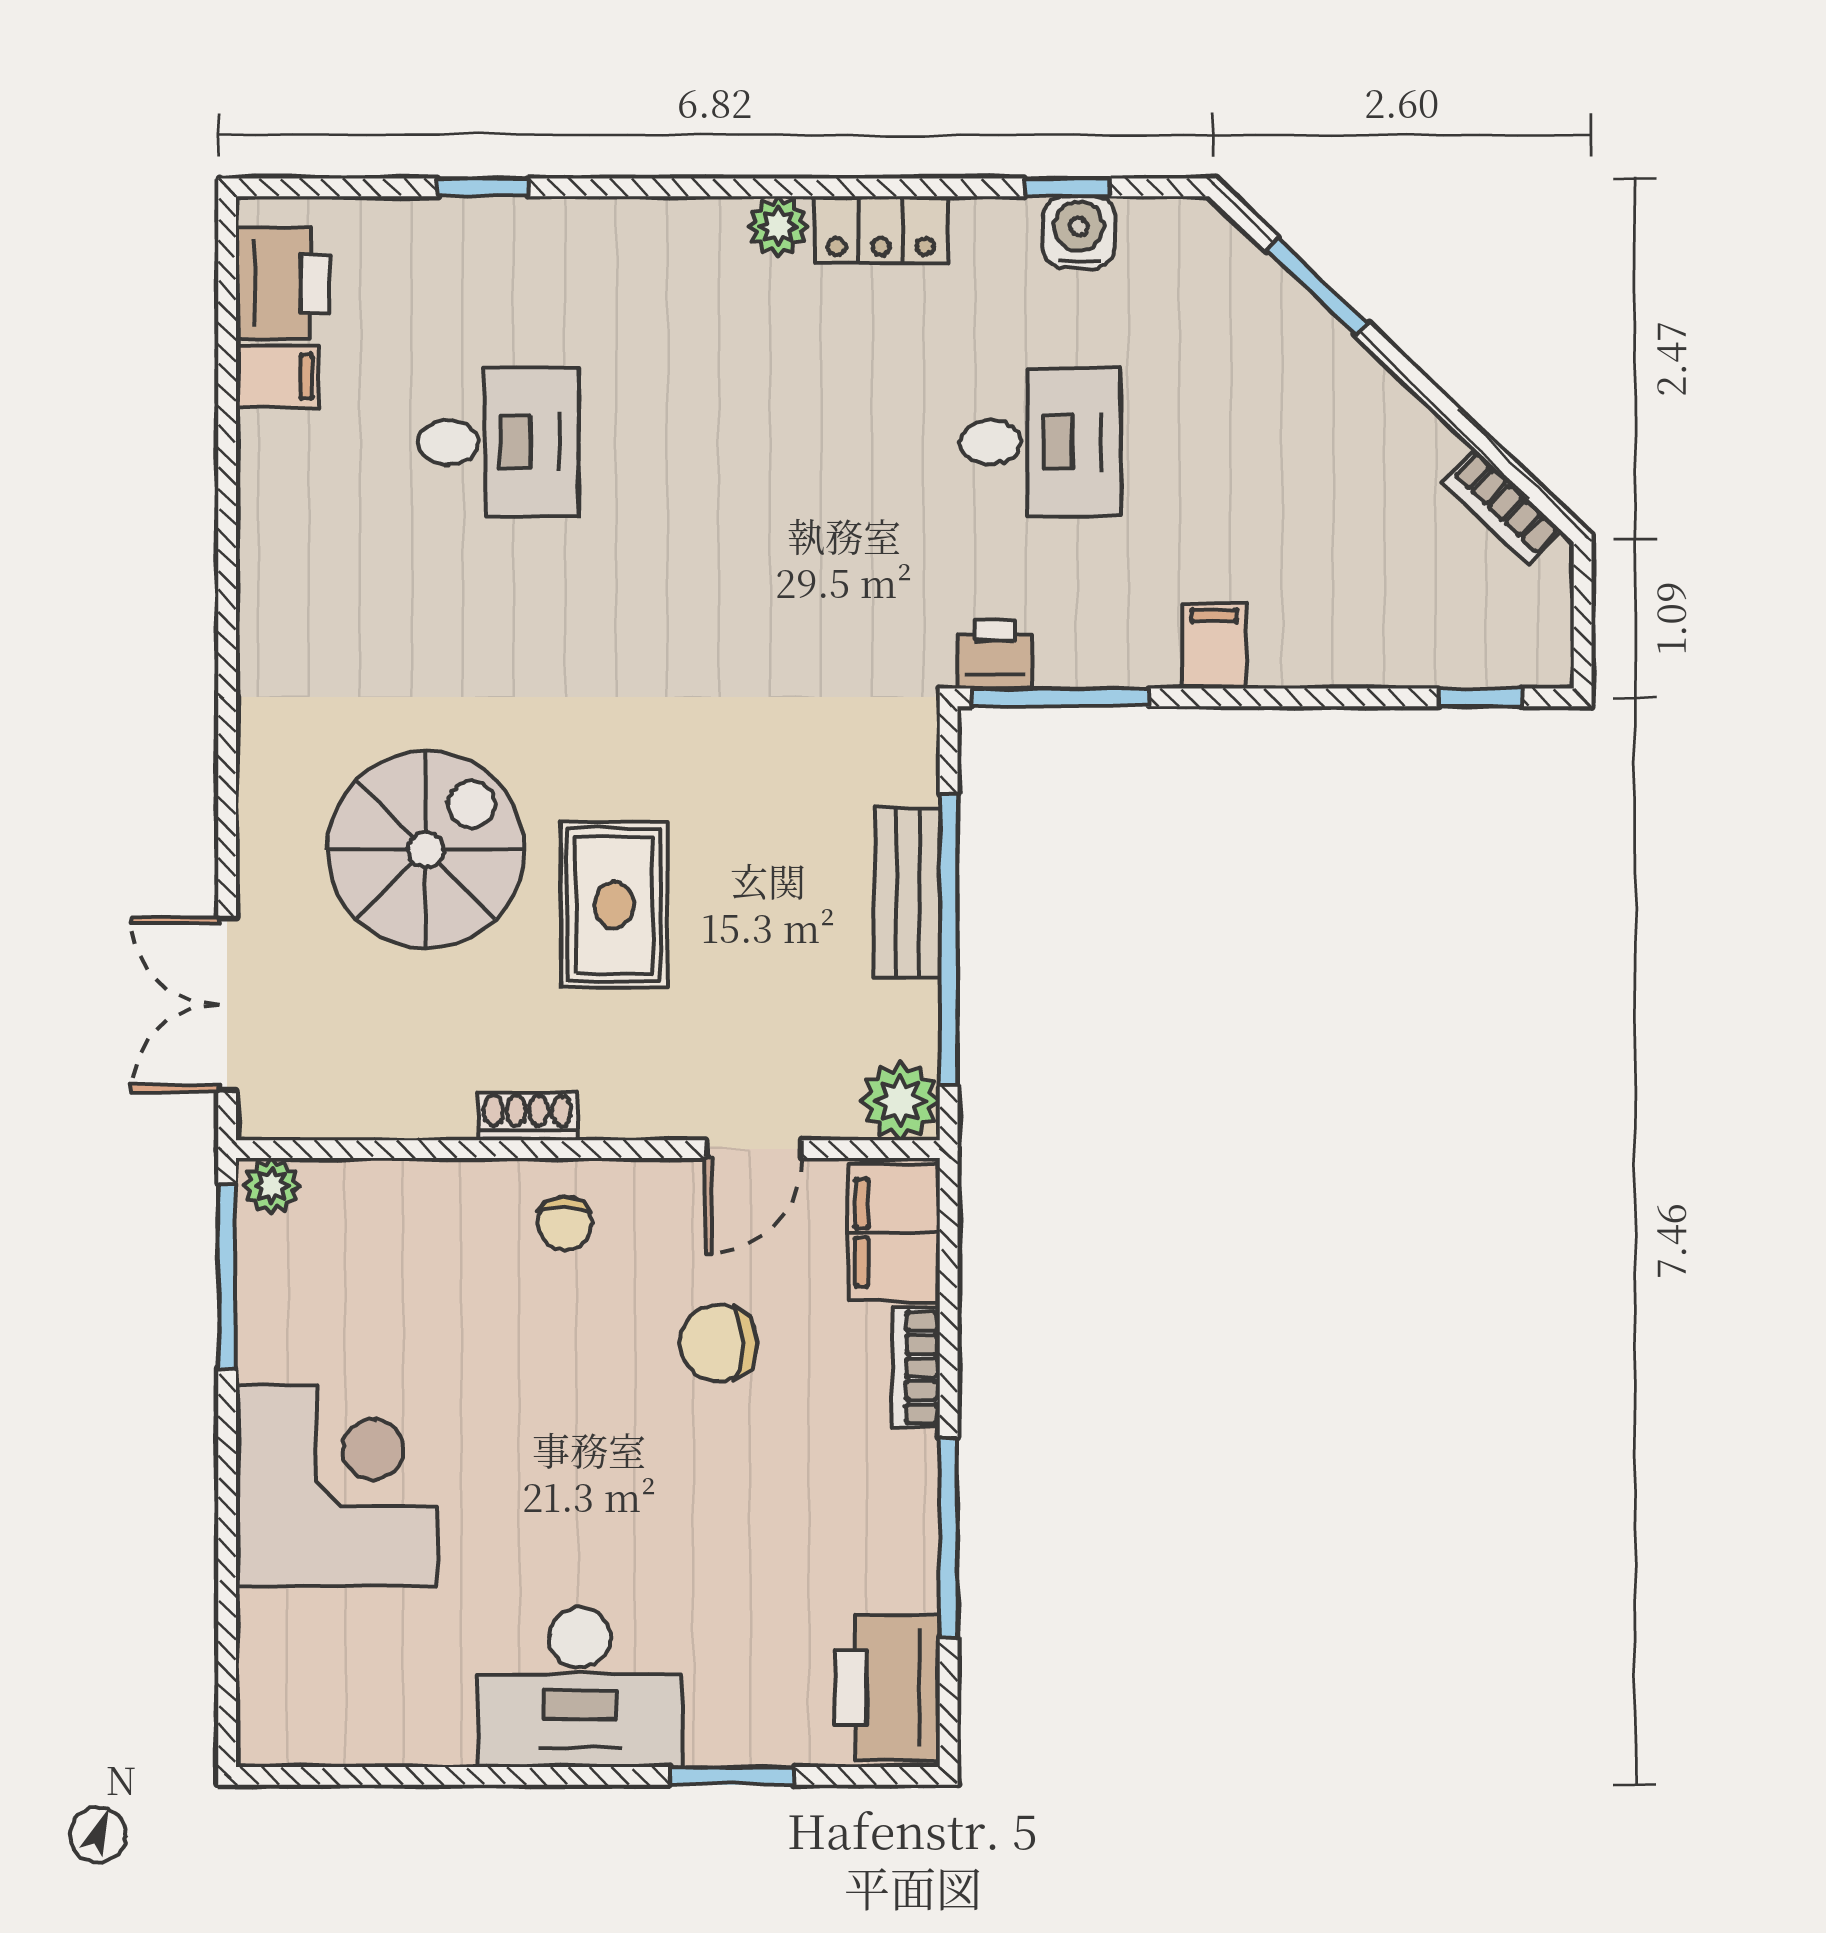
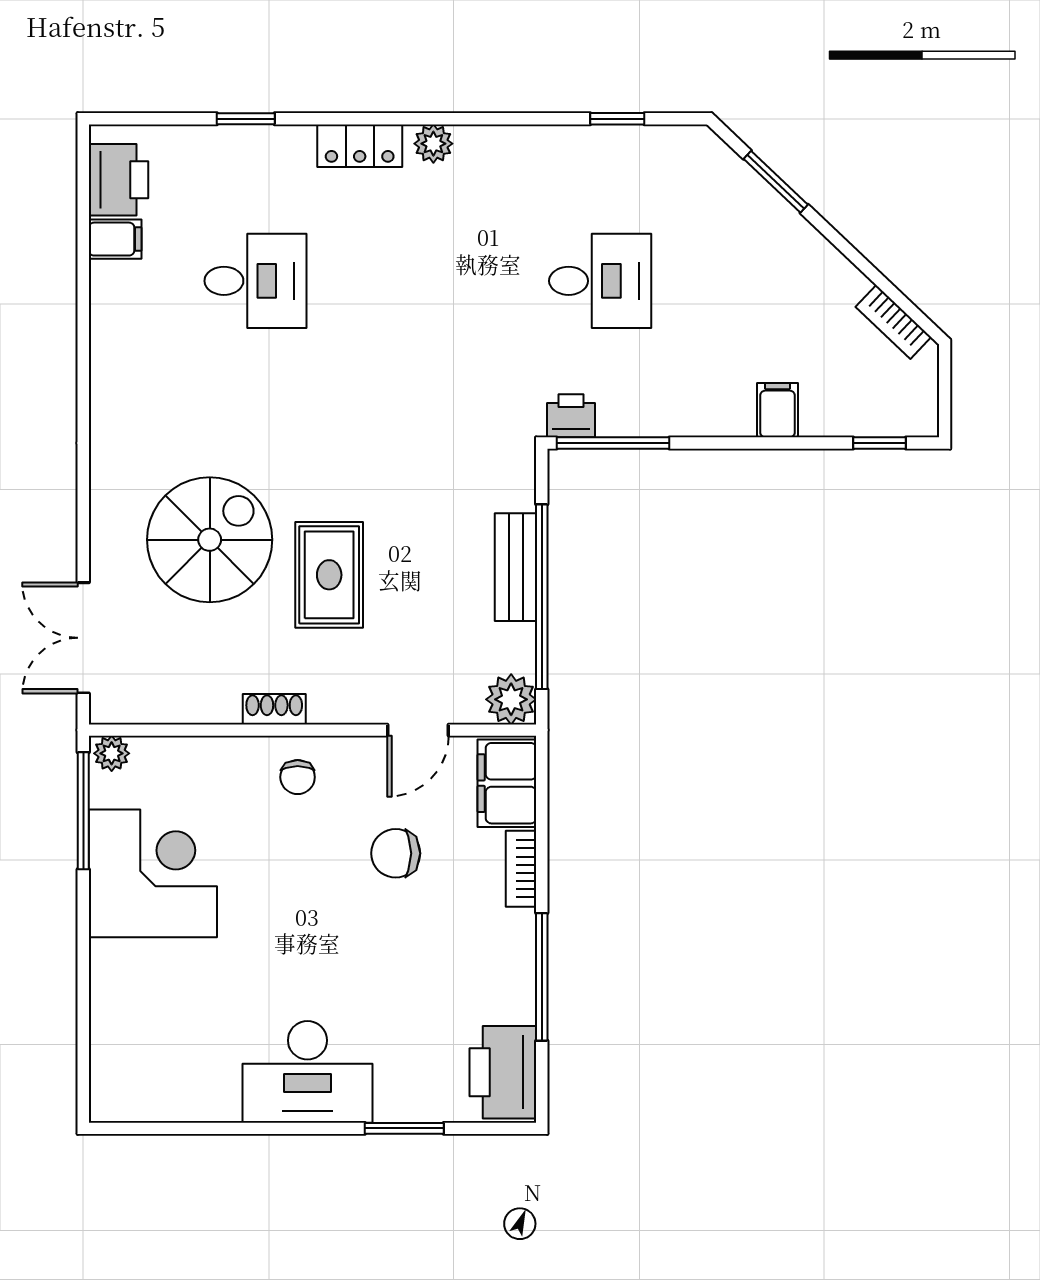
locker: (881, 230) -> (360, 146), moved
water cooler: (1079, 232) -> (625, 147), removed
filing cabinet: (1214, 646) -> (778, 410), moved
corner desk: (337, 1486) -> (153, 873), moved

